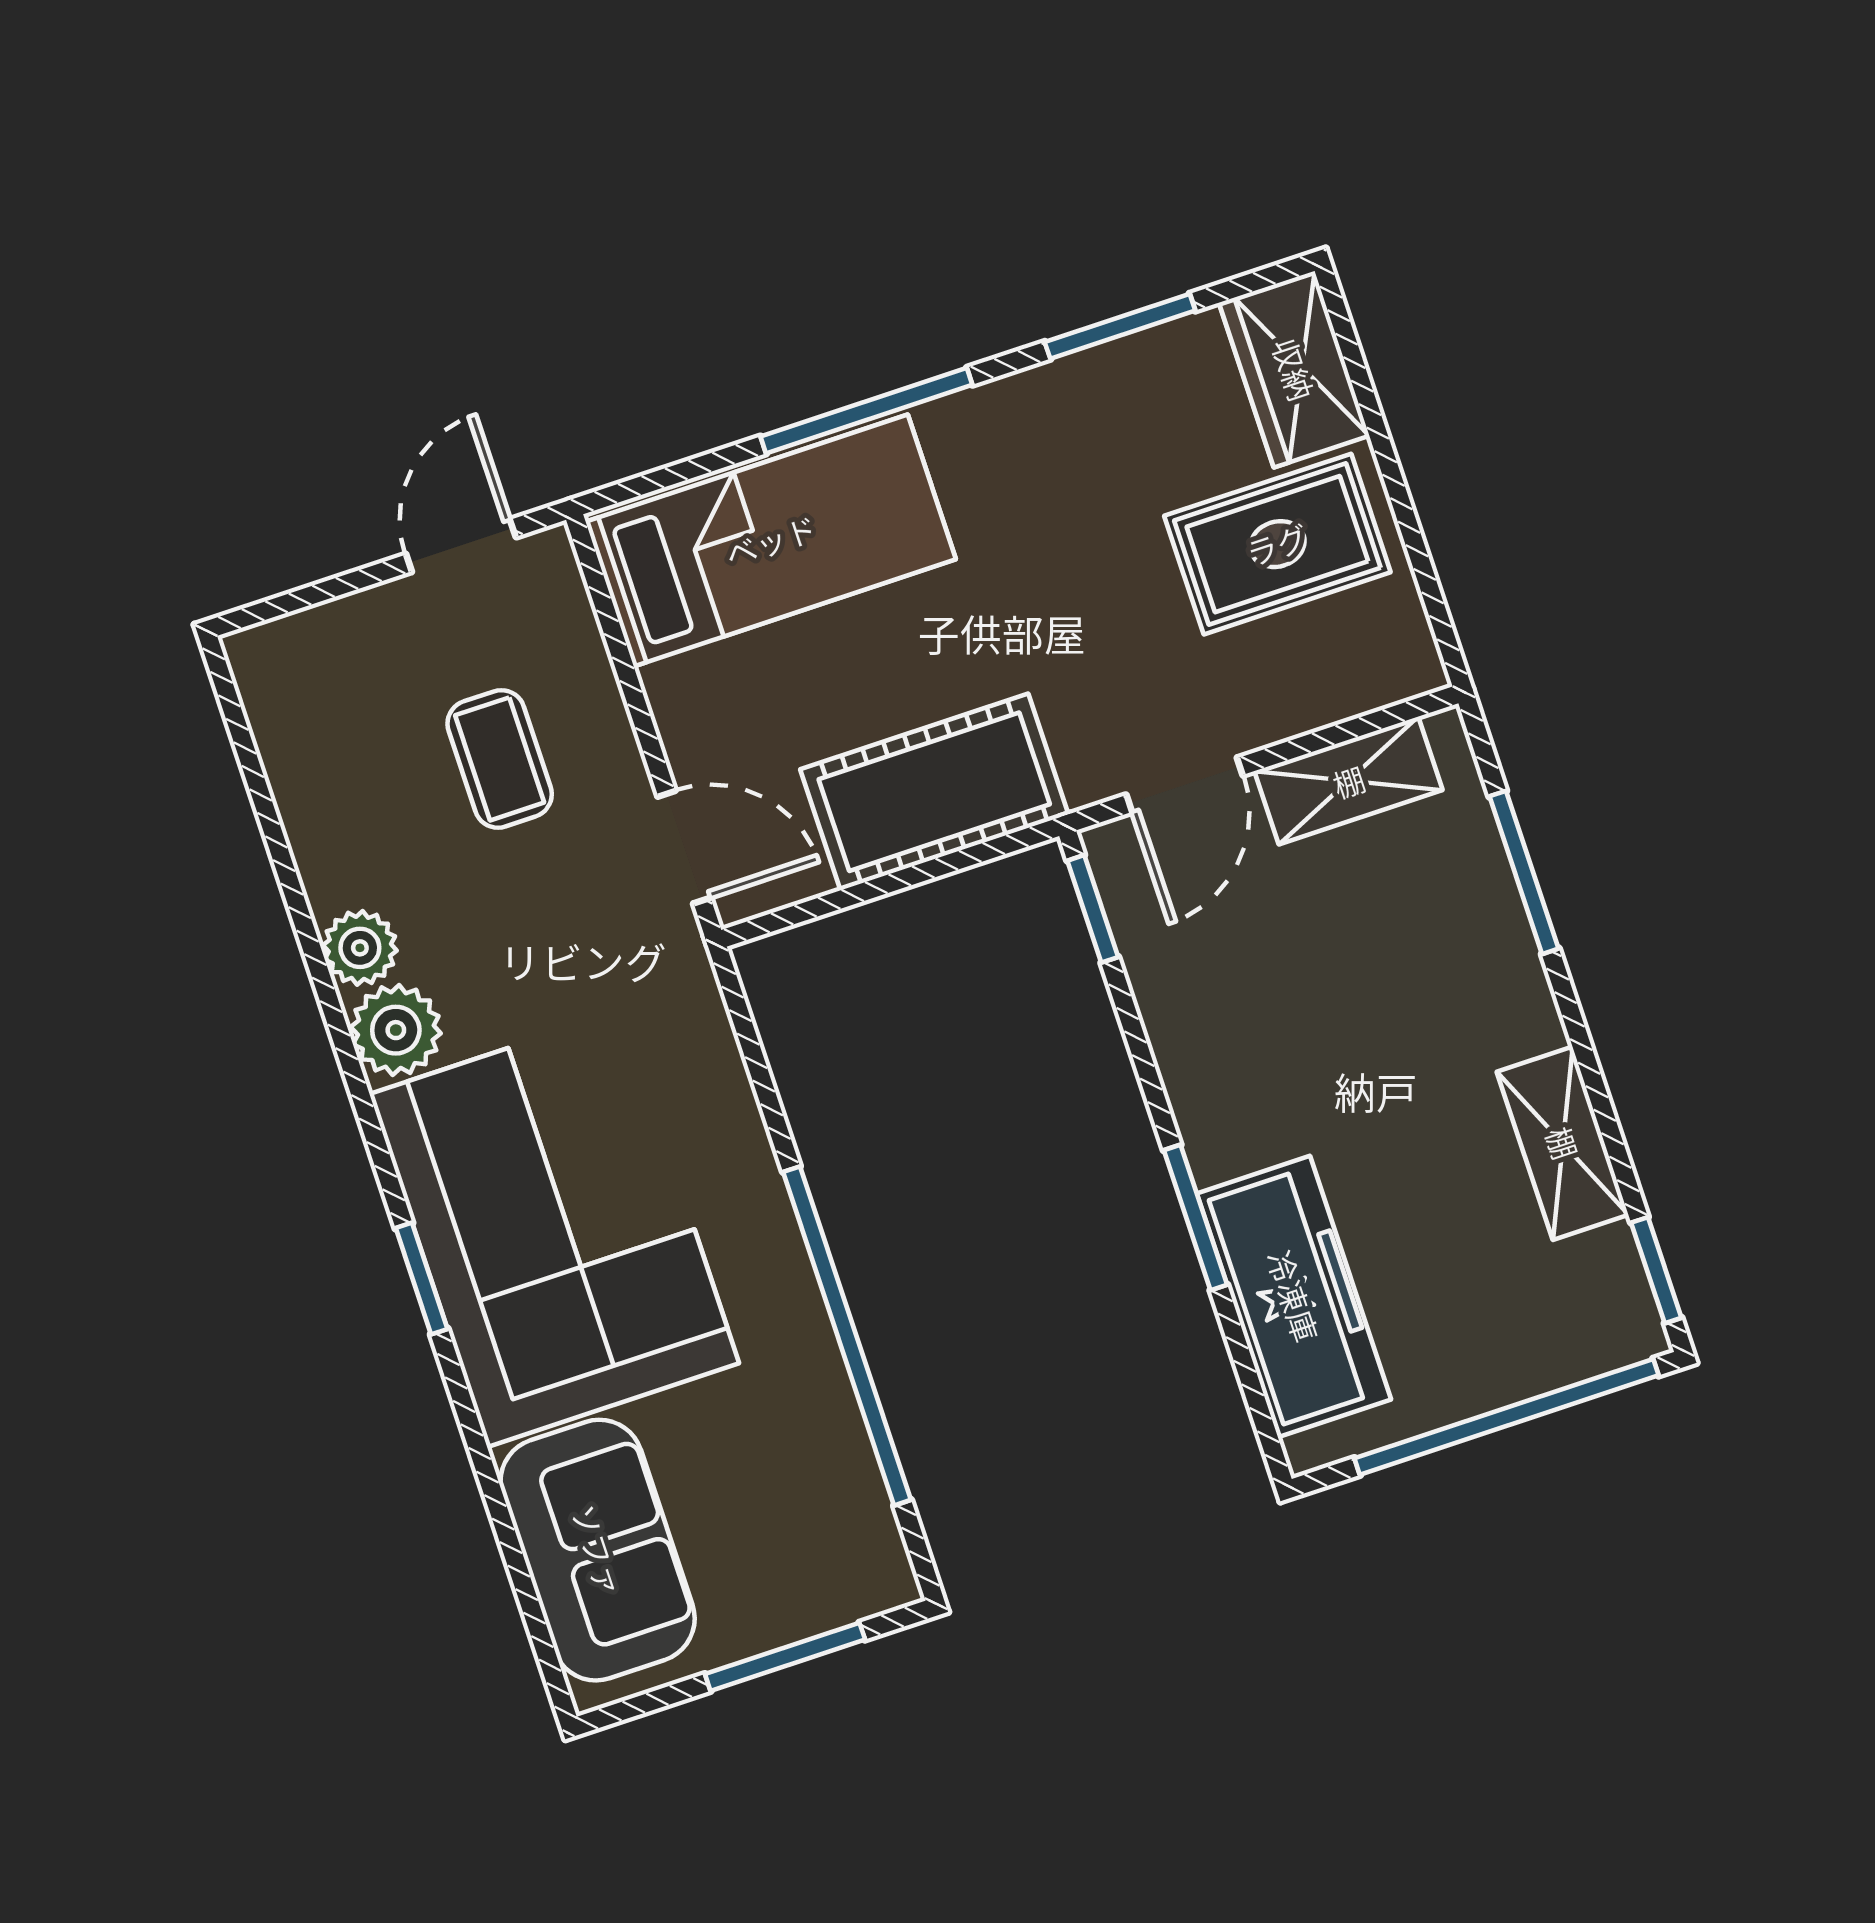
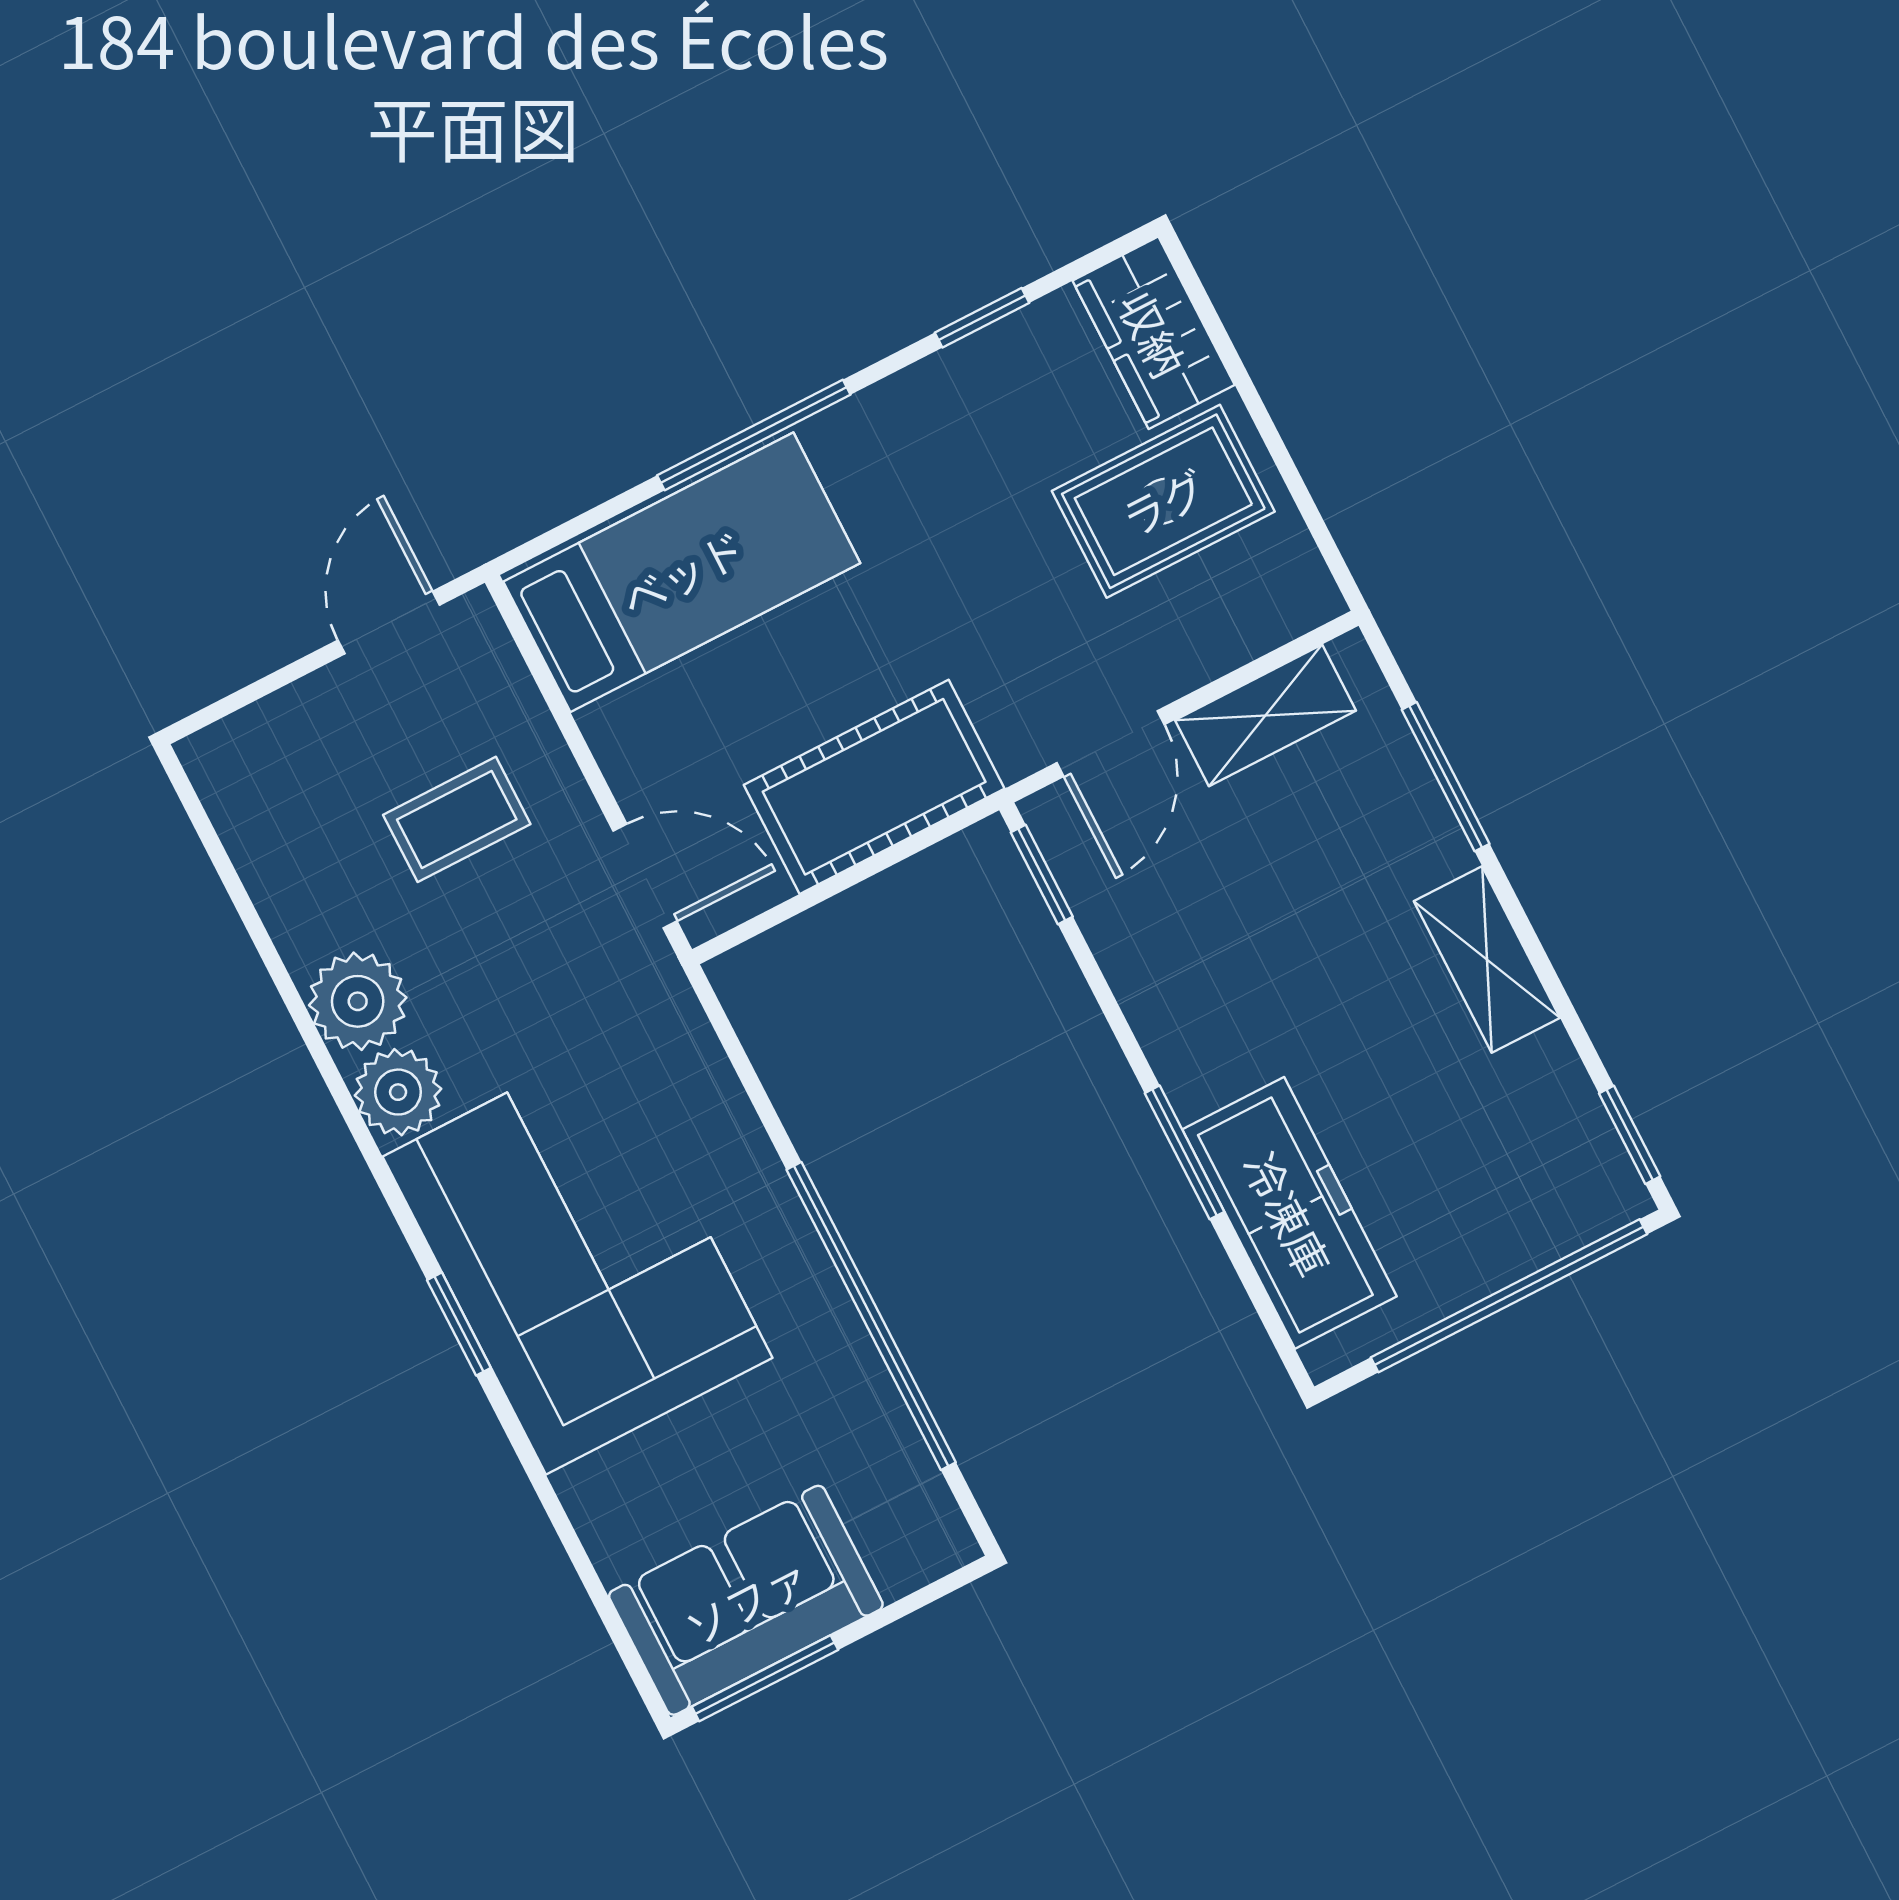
window: (1120, 326) -> (982, 318), width x0.67
coffee table: (500, 759) -> (457, 819), turned 90
plant: (360, 948) -> (358, 1001), width x1.38, depth x1.38
shelving: (1563, 1143) -> (1487, 959), moved
sofa: (598, 1550) -> (746, 1600), moved, turned -90
window: (785, 1657) -> (765, 1678), moved

